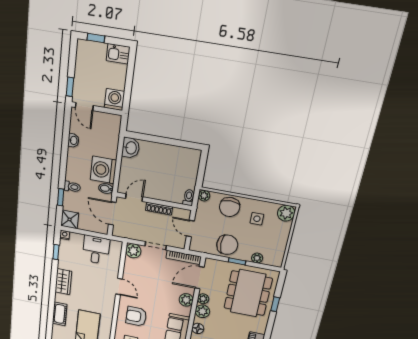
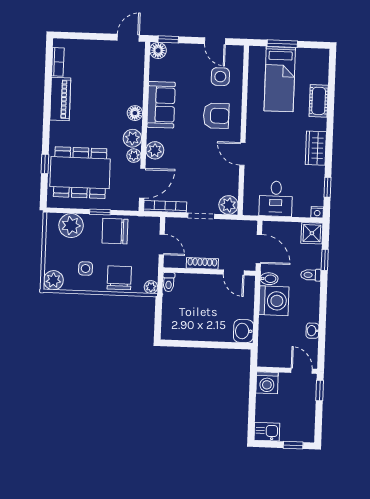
door: (134, 198) -> (234, 273), hinge flipped
plant: (257, 258) -> (71, 226), width x1.87, depth x1.87
dining table: (248, 293) -> (80, 173), turned 90

